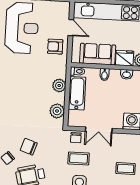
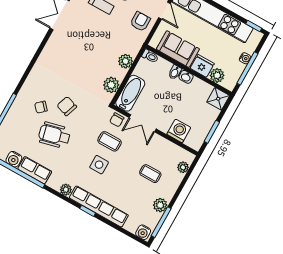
armchair: (55, 47) -> (140, 21), turned 90
washbasin: (127, 74) -> (186, 77), moved
bathtub: (77, 93) -> (130, 93), moved

